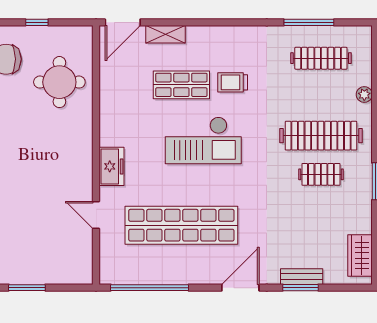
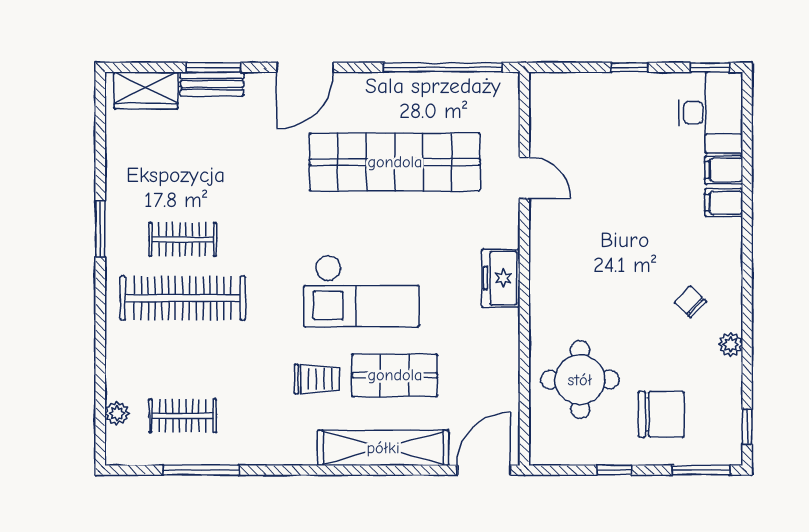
shelving: (165, 34) -> (383, 448), width x2.20, depth x1.33
clothes rail: (321, 58) -> (183, 416), width x0.73
plant: (364, 95) -> (117, 413), moved
checkout: (203, 140) -> (361, 291), turned 180
freezer: (111, 166) -> (501, 278), moved
wardrobe: (360, 255) -> (146, 90), moved, turned 90
window: (27, 288) -> (629, 67), width x0.67

